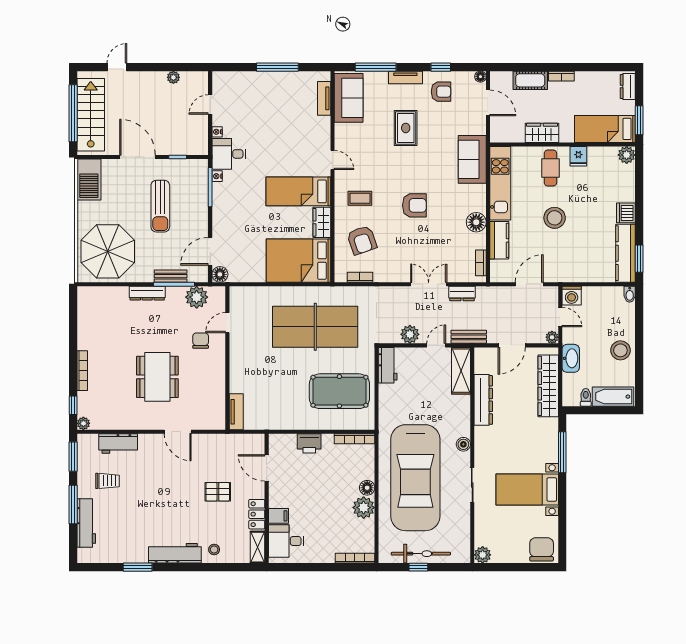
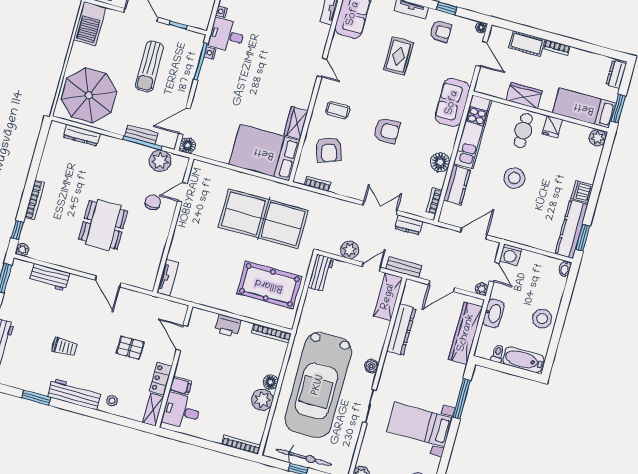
bed: (298, 191) -> (282, 88), removed
dresser: (147, 293) -> (81, 135), moved
trolley: (108, 481) -> (65, 347), moved

